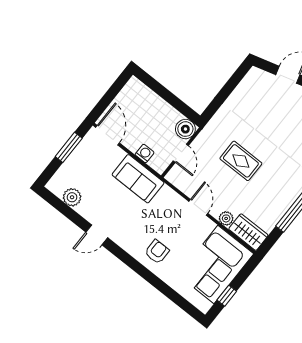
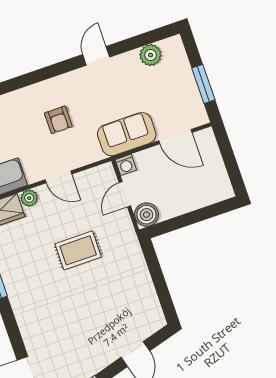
door: (108, 135) -> (175, 137), moved
washing machine: (145, 153) -> (126, 165), moved
door: (181, 153) -> (125, 194), hinge flipped
armchair: (157, 252) -> (58, 120), moved

